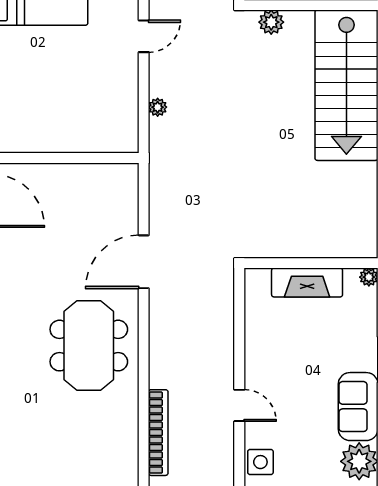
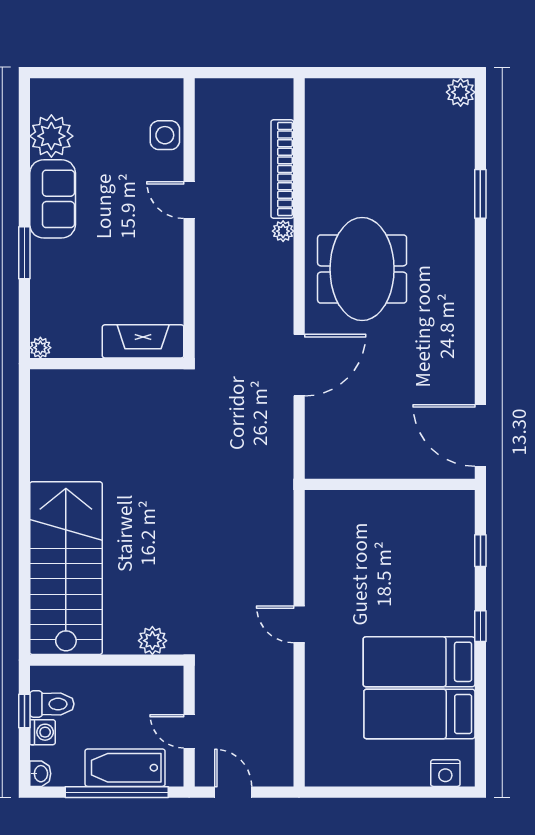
door: (144, 36) -> (299, 624), hinge flipped
plant: (158, 107) -> (283, 231), moved
fireplace: (307, 282) -> (143, 341), moved

